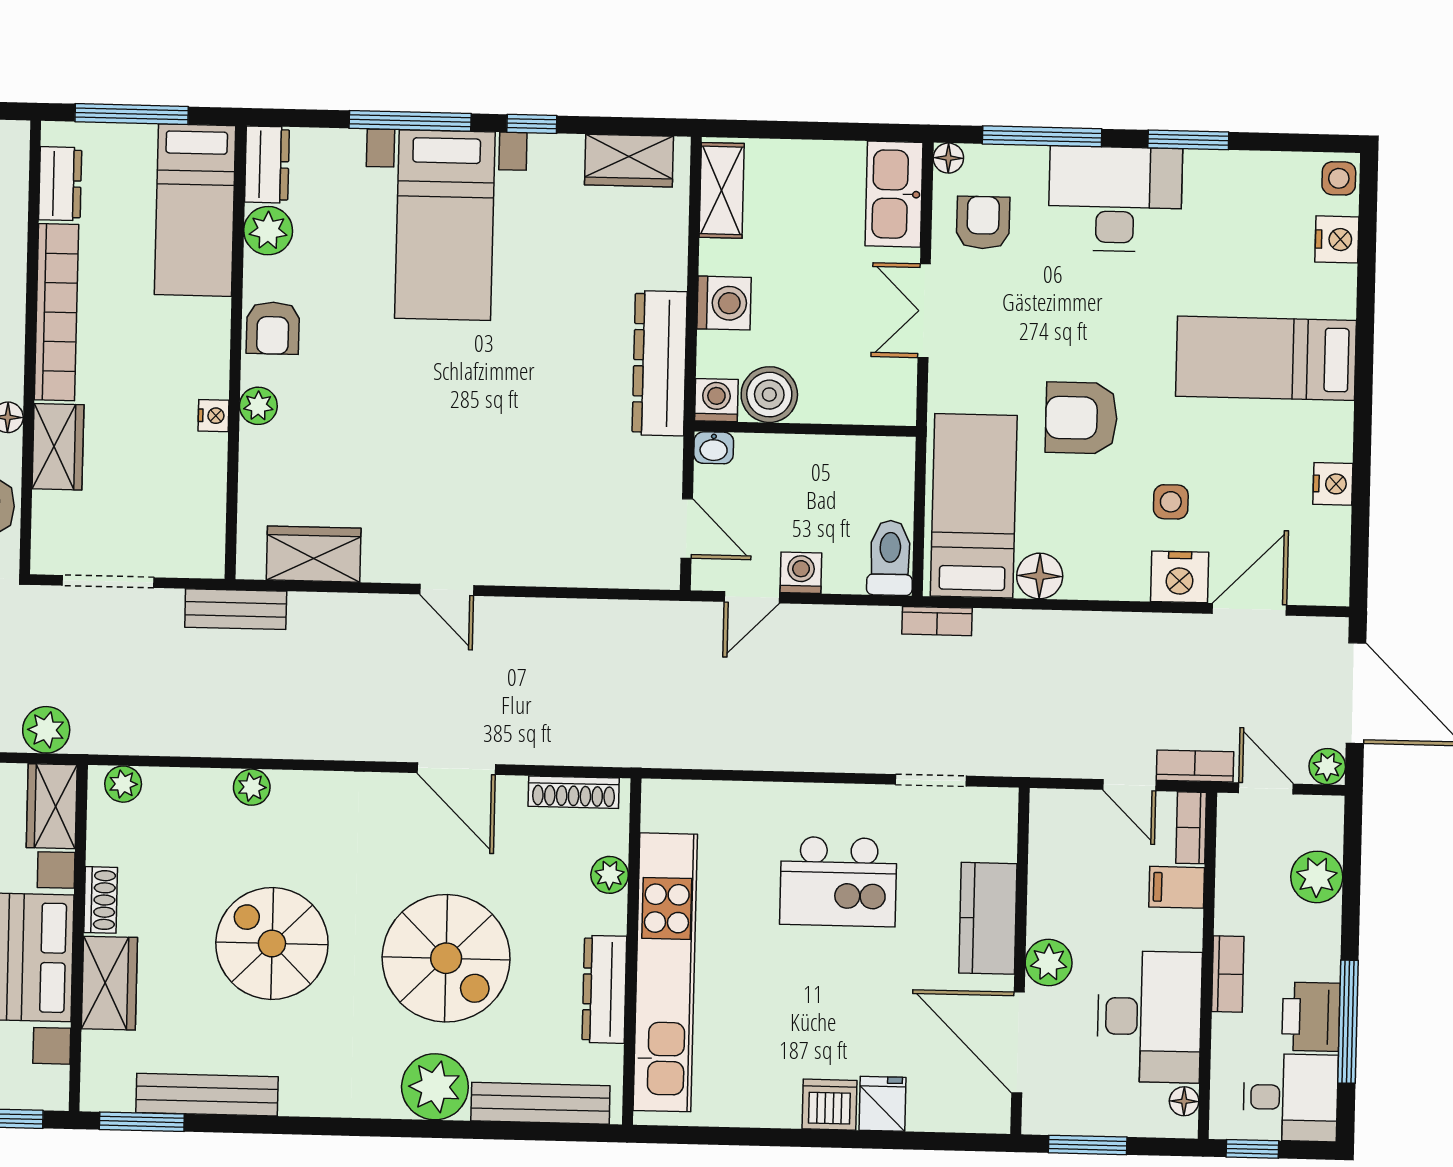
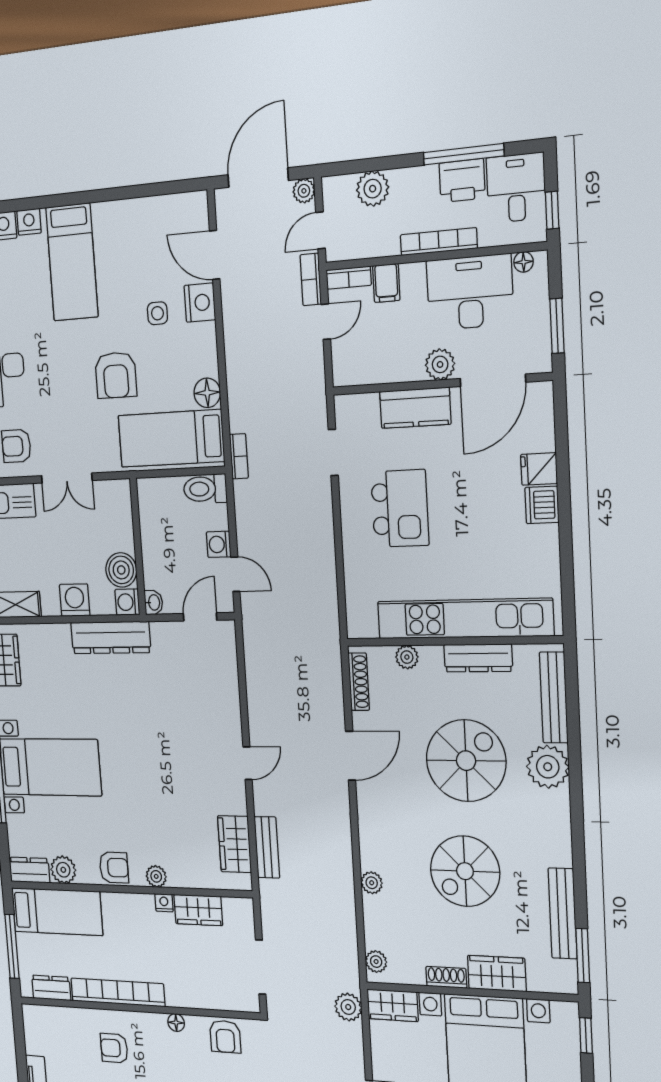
wardrobe: (58, 447) -> (198, 910), moved, turned 180
nightstand: (1333, 484) -> (29, 222), moved
bench: (236, 609) -> (267, 847), moved
bookcase: (1228, 974) -> (439, 242), width x1.56

